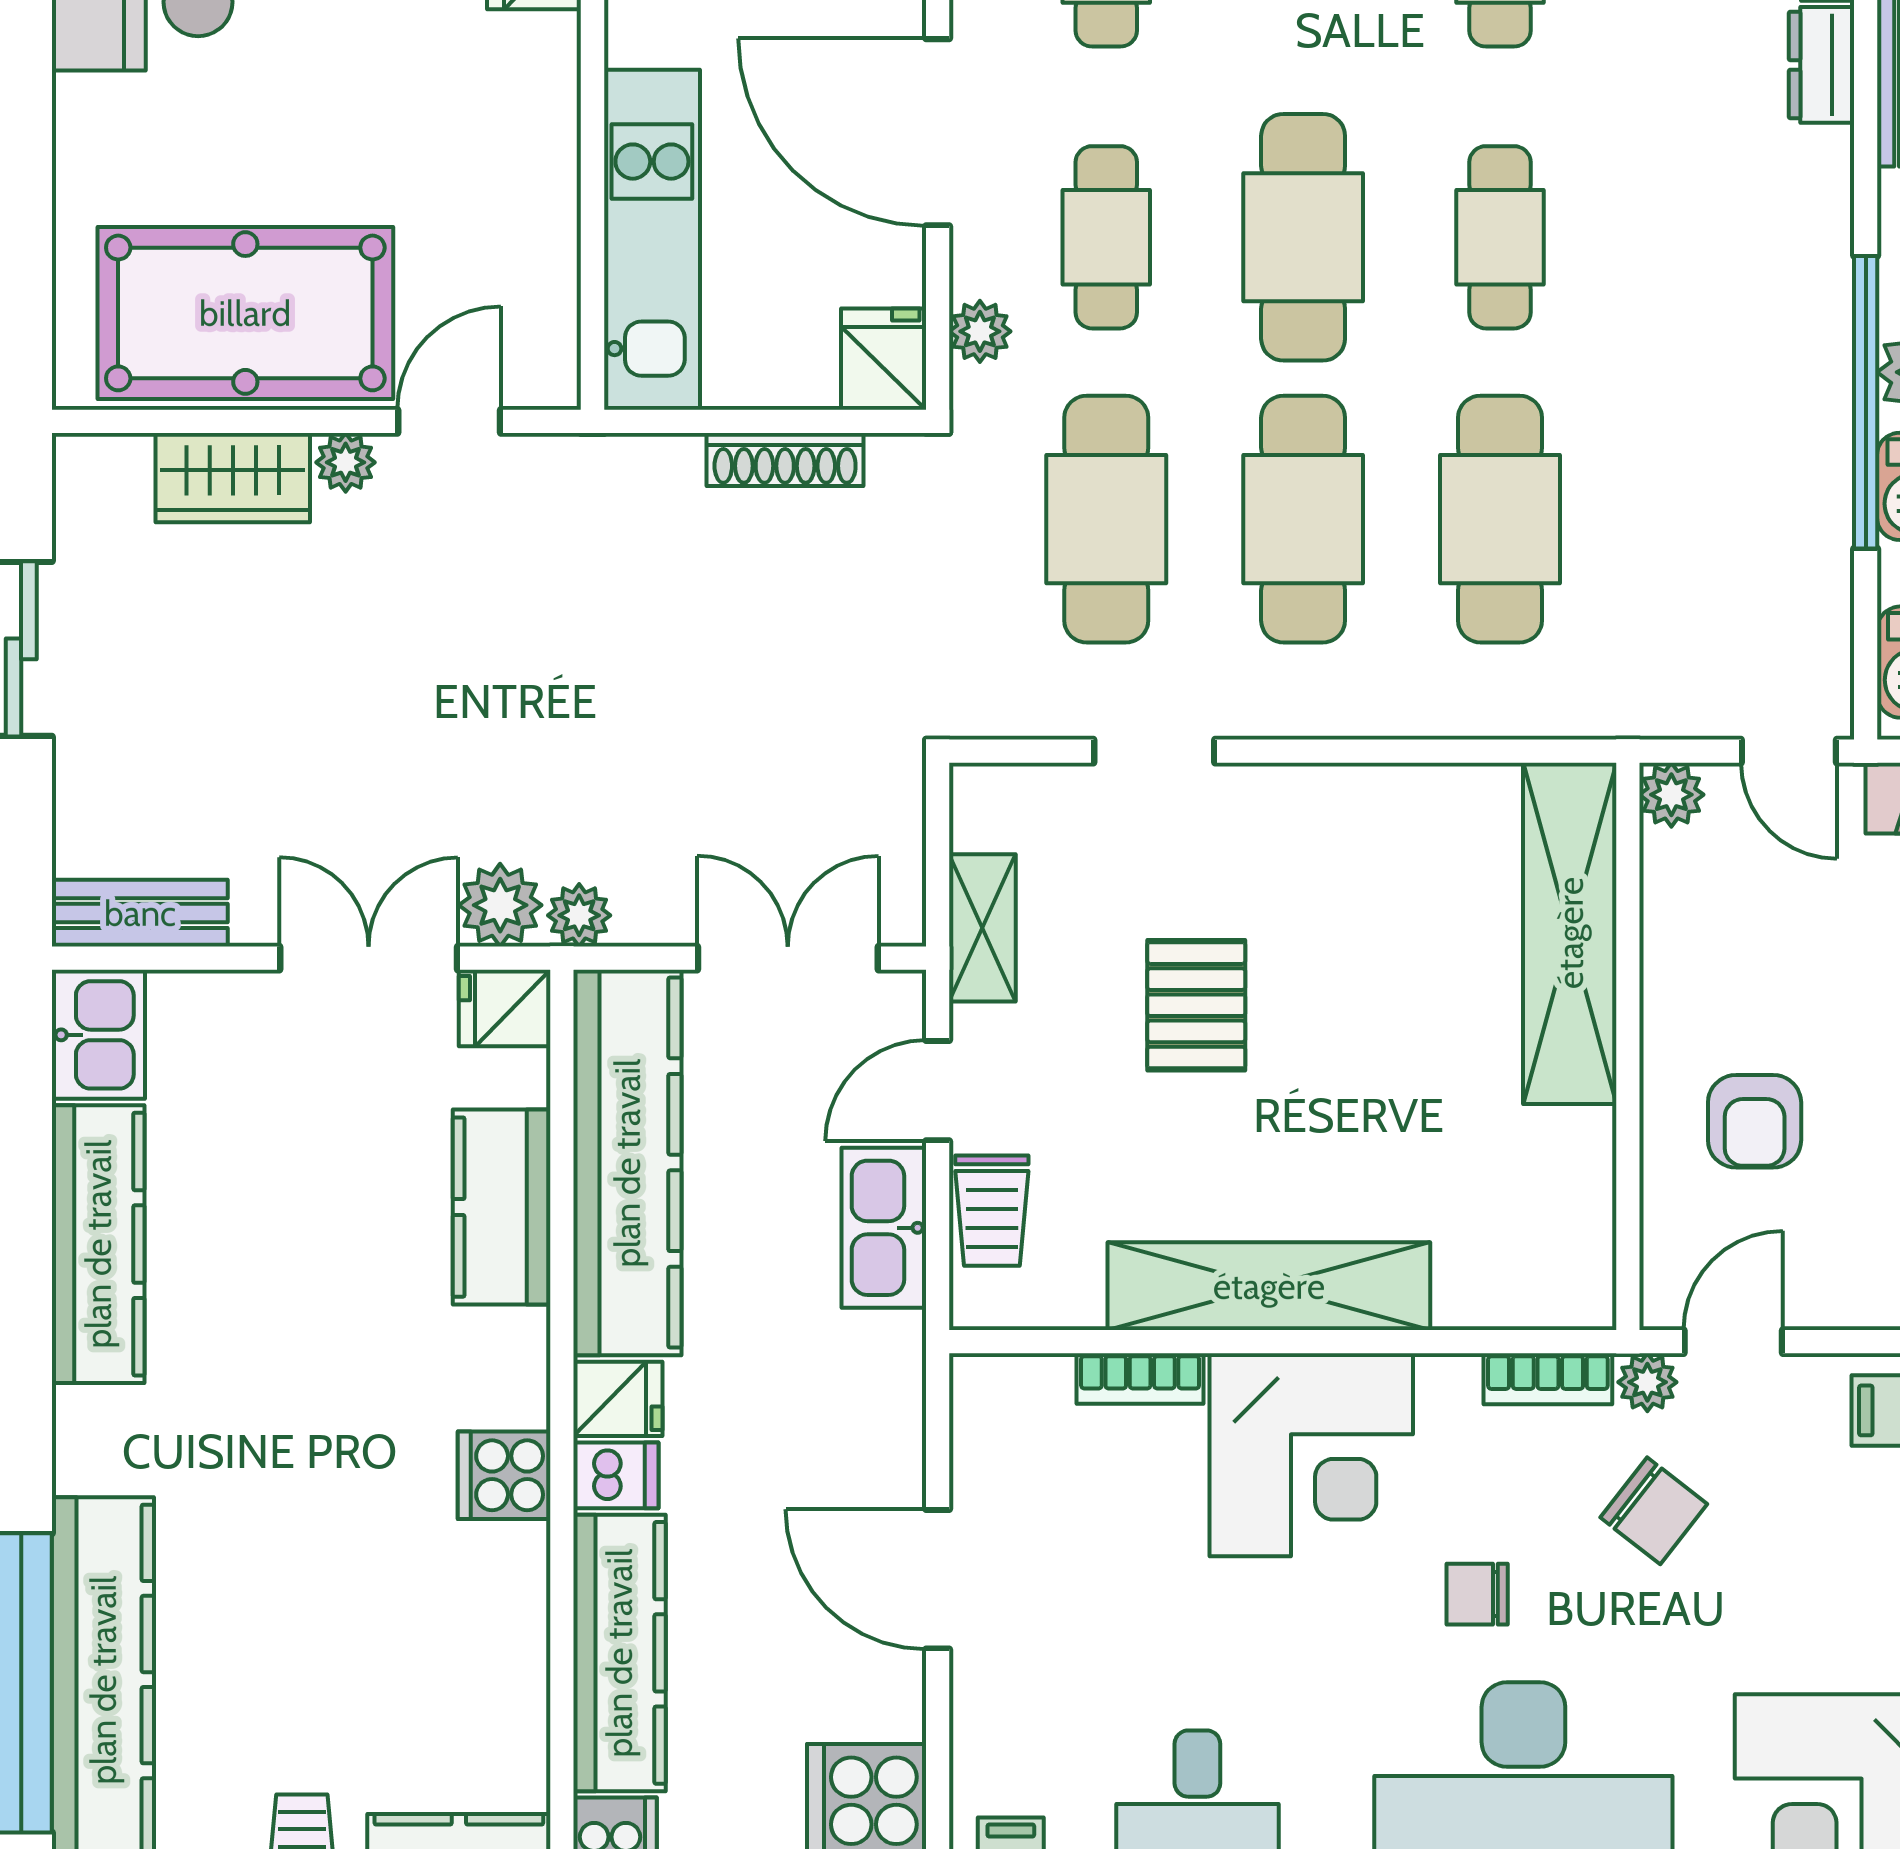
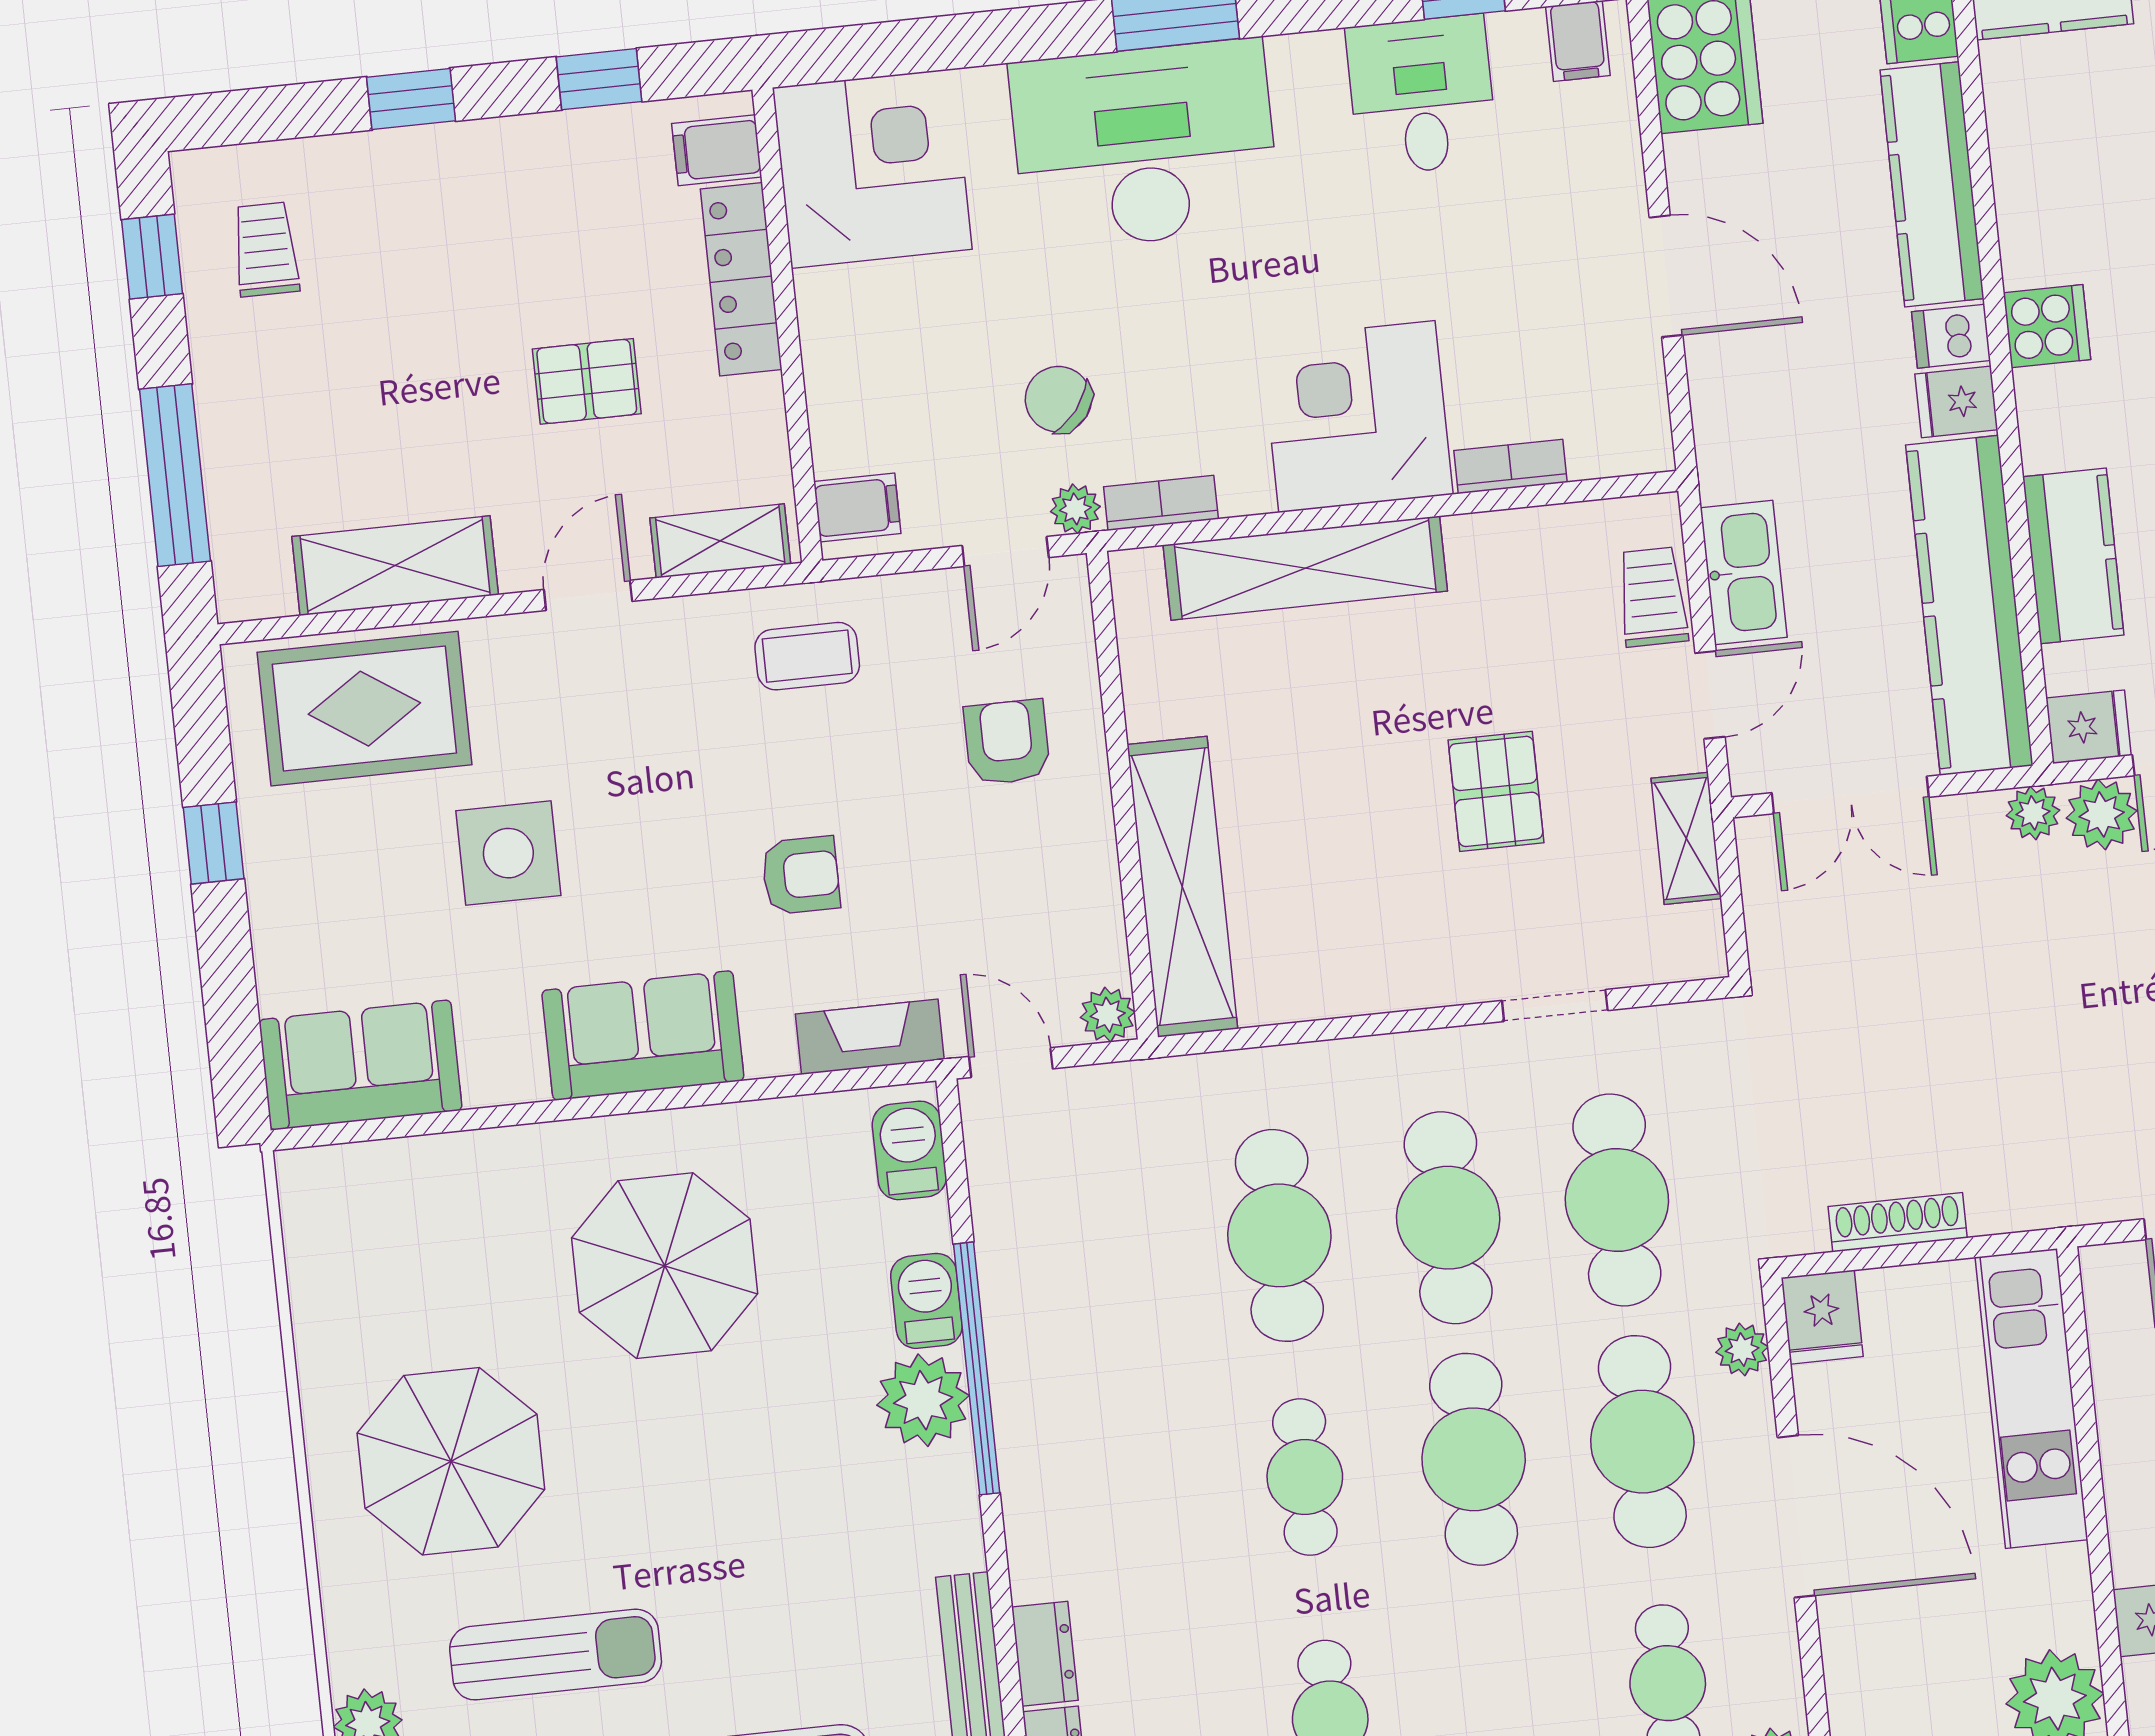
cafe table: (1106, 237) -> (1642, 1442), width x1.37, depth x1.35
shelving: (1269, 1286) -> (1305, 568), moved
chair: (1477, 1594) -> (1202, 312), removed

